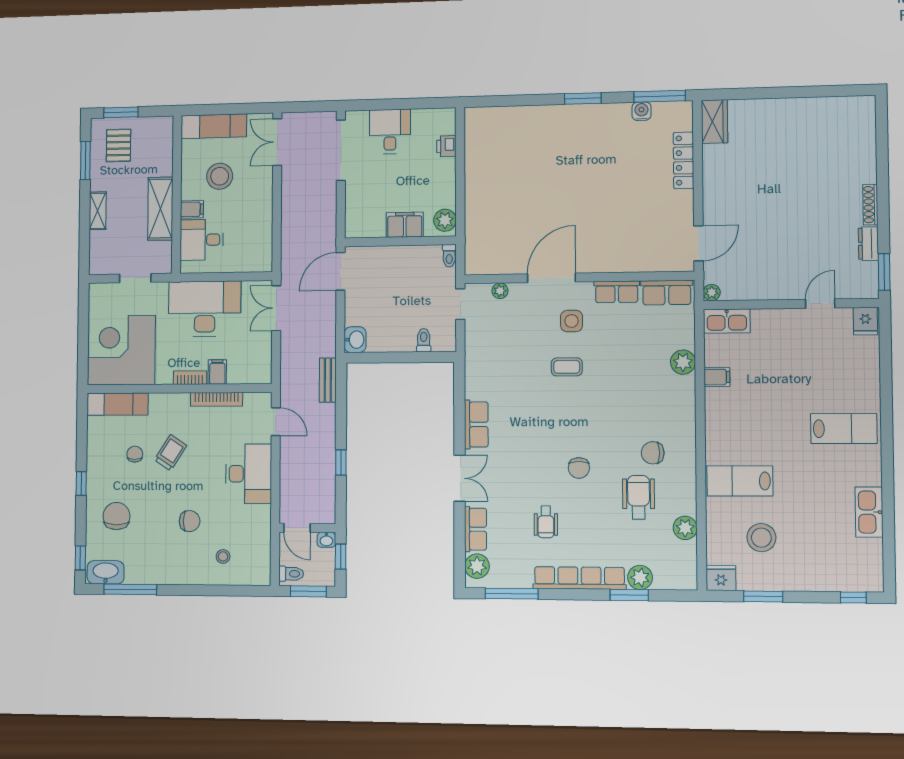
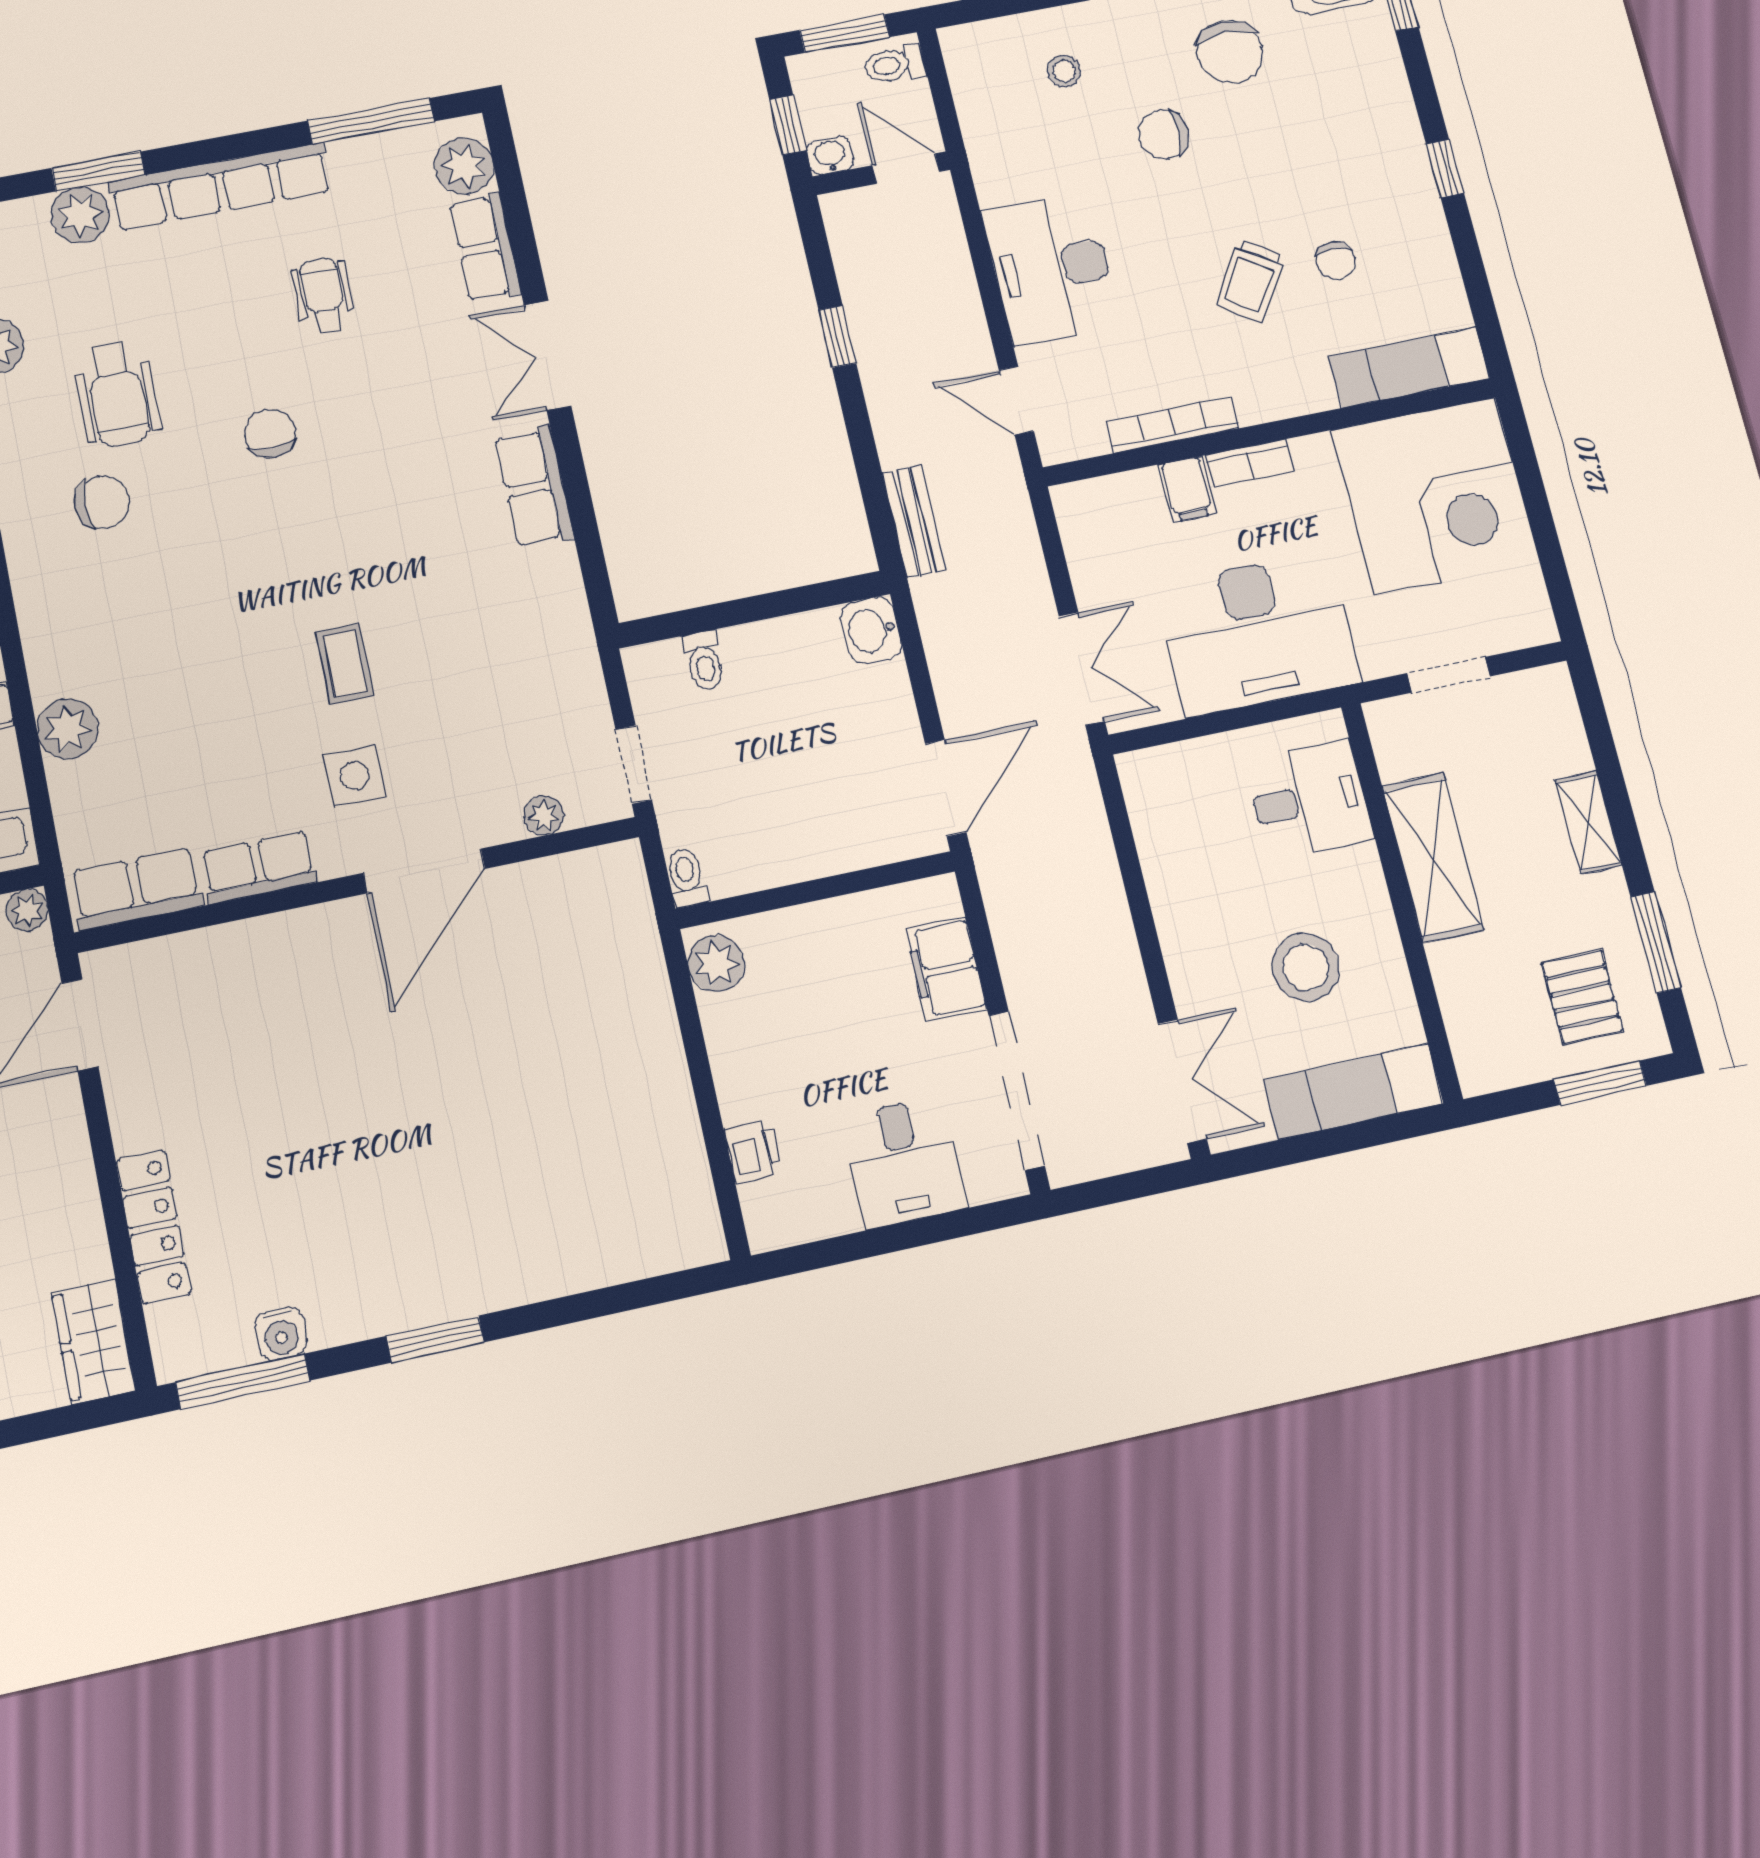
filing cabinet: (192, 209) -> (1354, 871), removed
filing cabinet: (405, 225) -> (946, 969), moved, turned 90
coffee table: (567, 367) -> (345, 664), turned 90
chair: (116, 516) -> (1230, 52), moved

